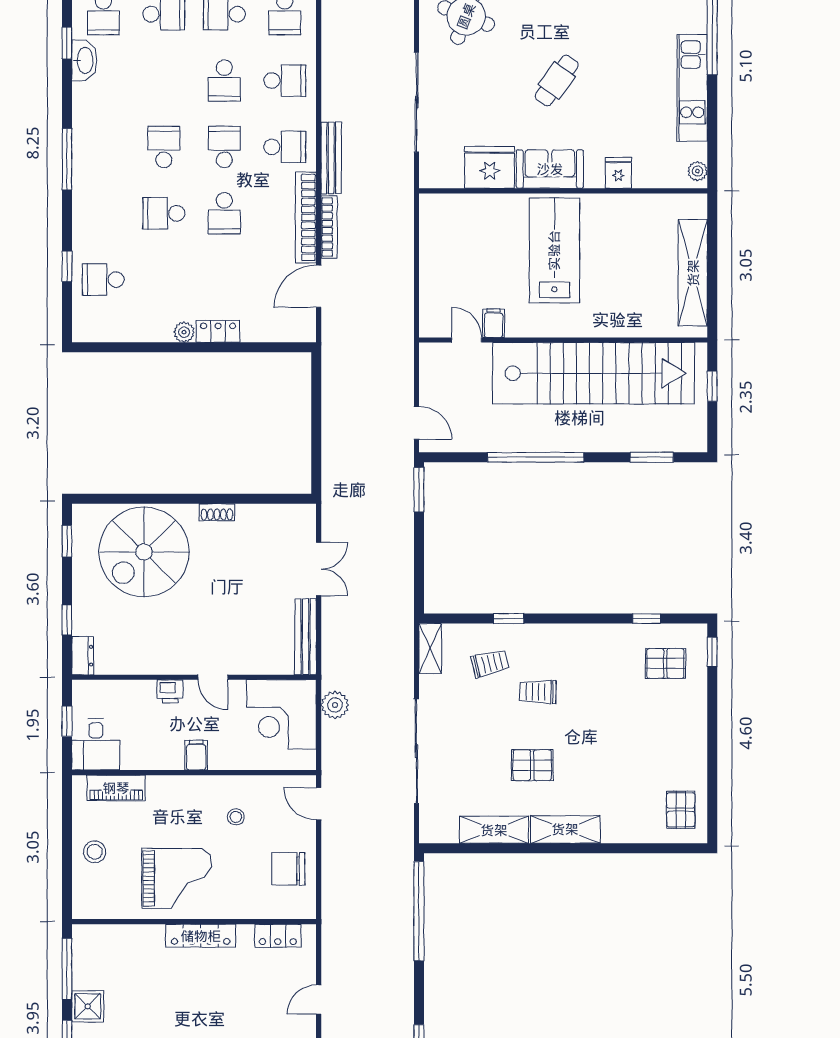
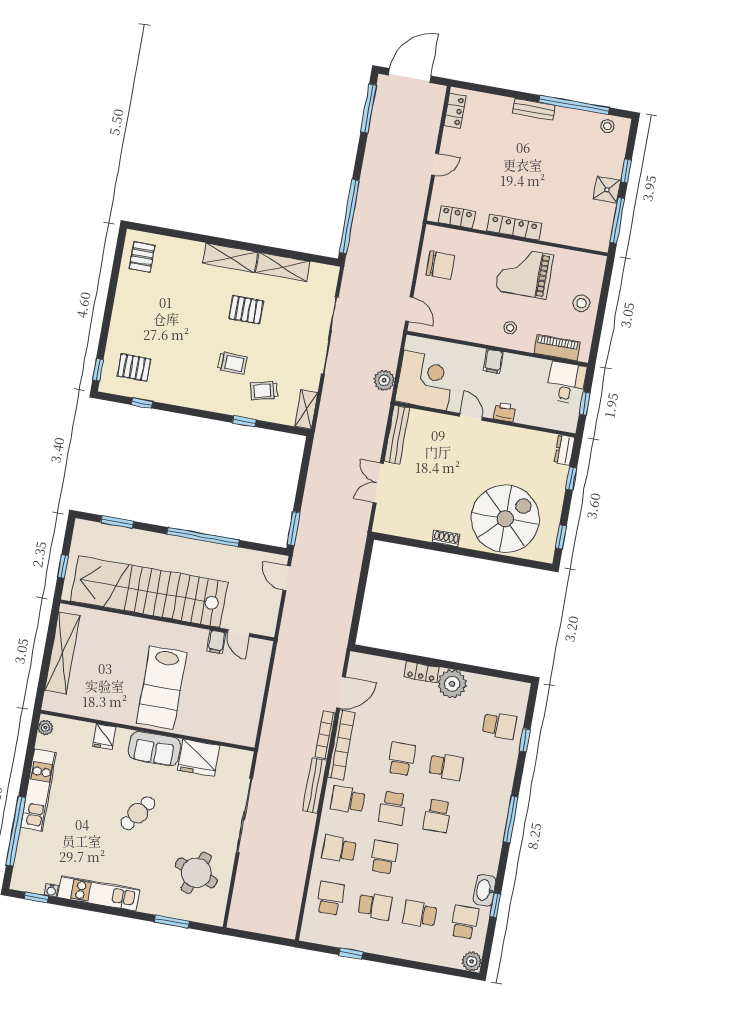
plant: (184, 332) -> (452, 684), width x1.88, depth x1.88
stool: (236, 817) -> (510, 328), moved

